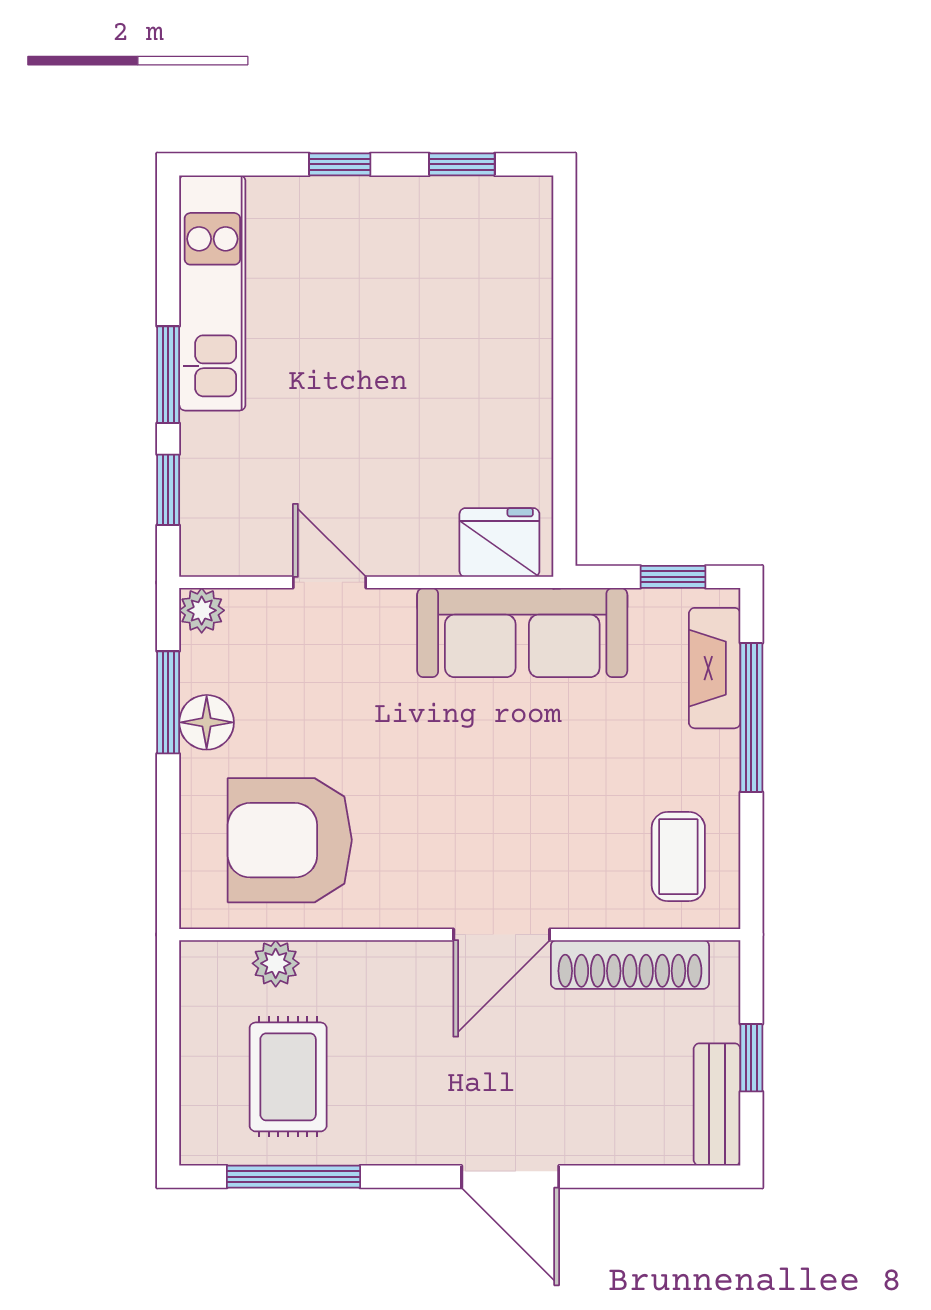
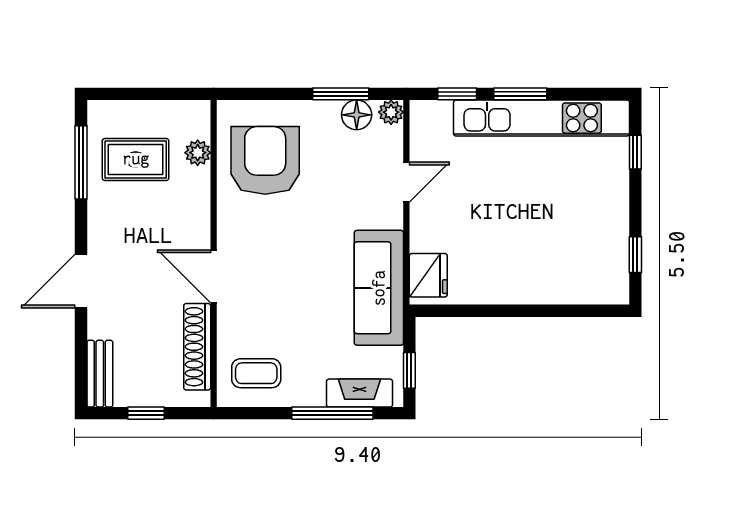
window: (340, 164) -> (635, 152), moved
kitchen unit: (212, 293) -> (542, 118), width x1.36
floor lamp: (207, 722) -> (357, 115), moved
bench: (717, 1104) -> (100, 374), moved, turned 90

